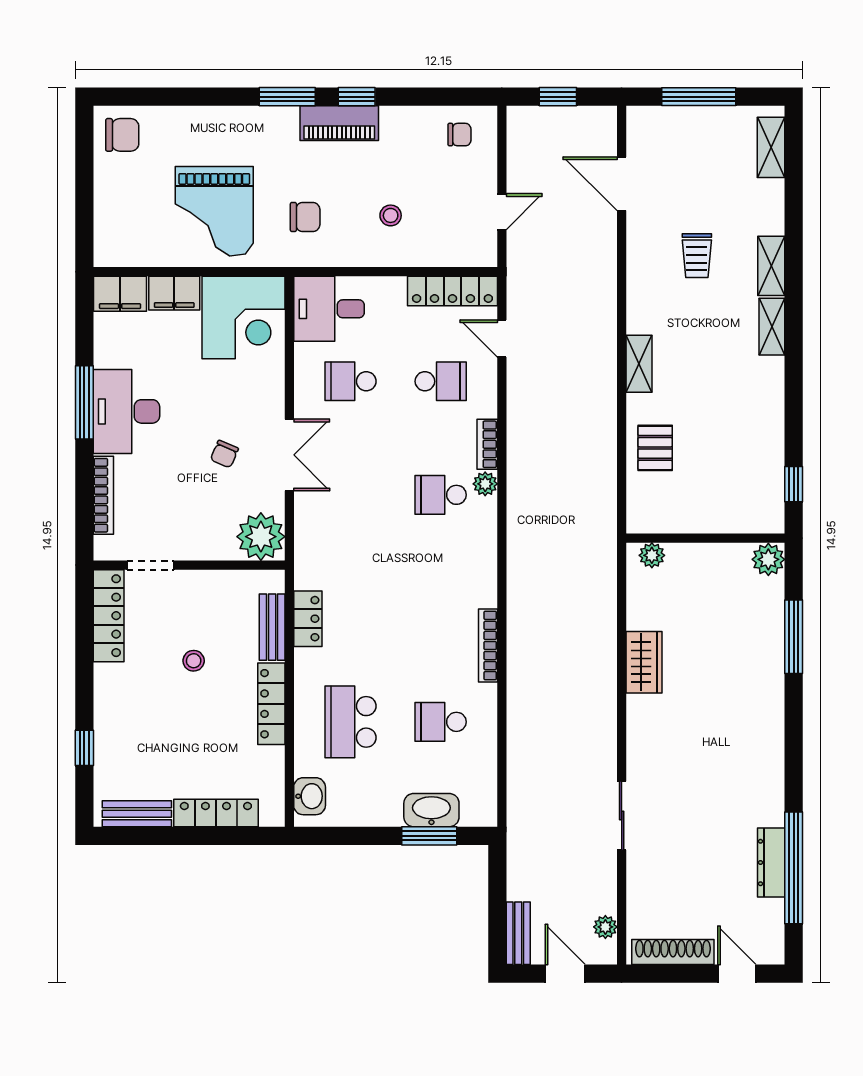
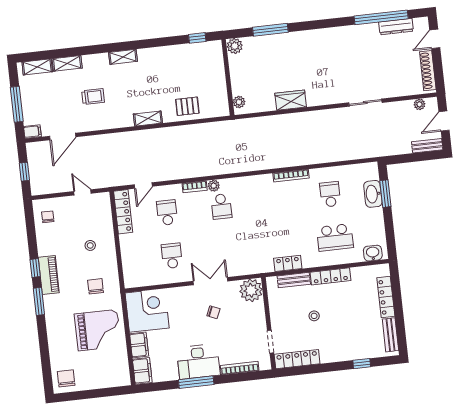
filing cabinet: (639, 123) -> (32, 132), added
shelving: (771, 266) -> (67, 63), moved
desk: (329, 309) -> (138, 270), removed
school desk: (350, 381) -> (172, 256), turned 180
school desk: (441, 722) -> (330, 194), turned 180
dresser: (771, 863) -> (396, 27), moved

